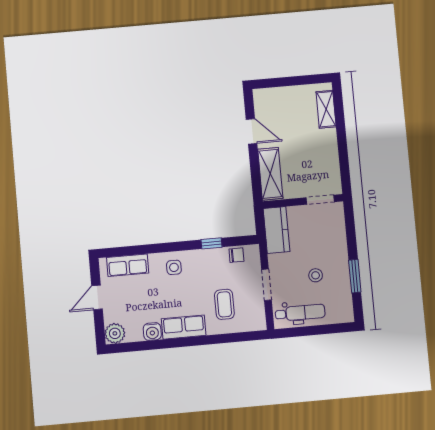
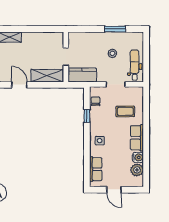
door: (252, 131) -> (19, 85), hinge flipped
doorway: (320, 200) -> (66, 57), moved
plant: (115, 333) -> (137, 170), moved

